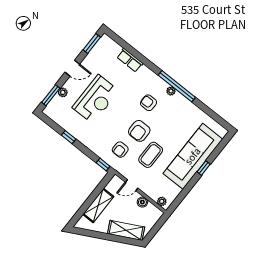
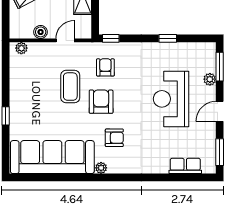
row of seats: (130, 60) -> (185, 166), moved
window: (177, 86) -> (99, 177), removed
sofa: (193, 156) -> (52, 157), moved, turned -90

